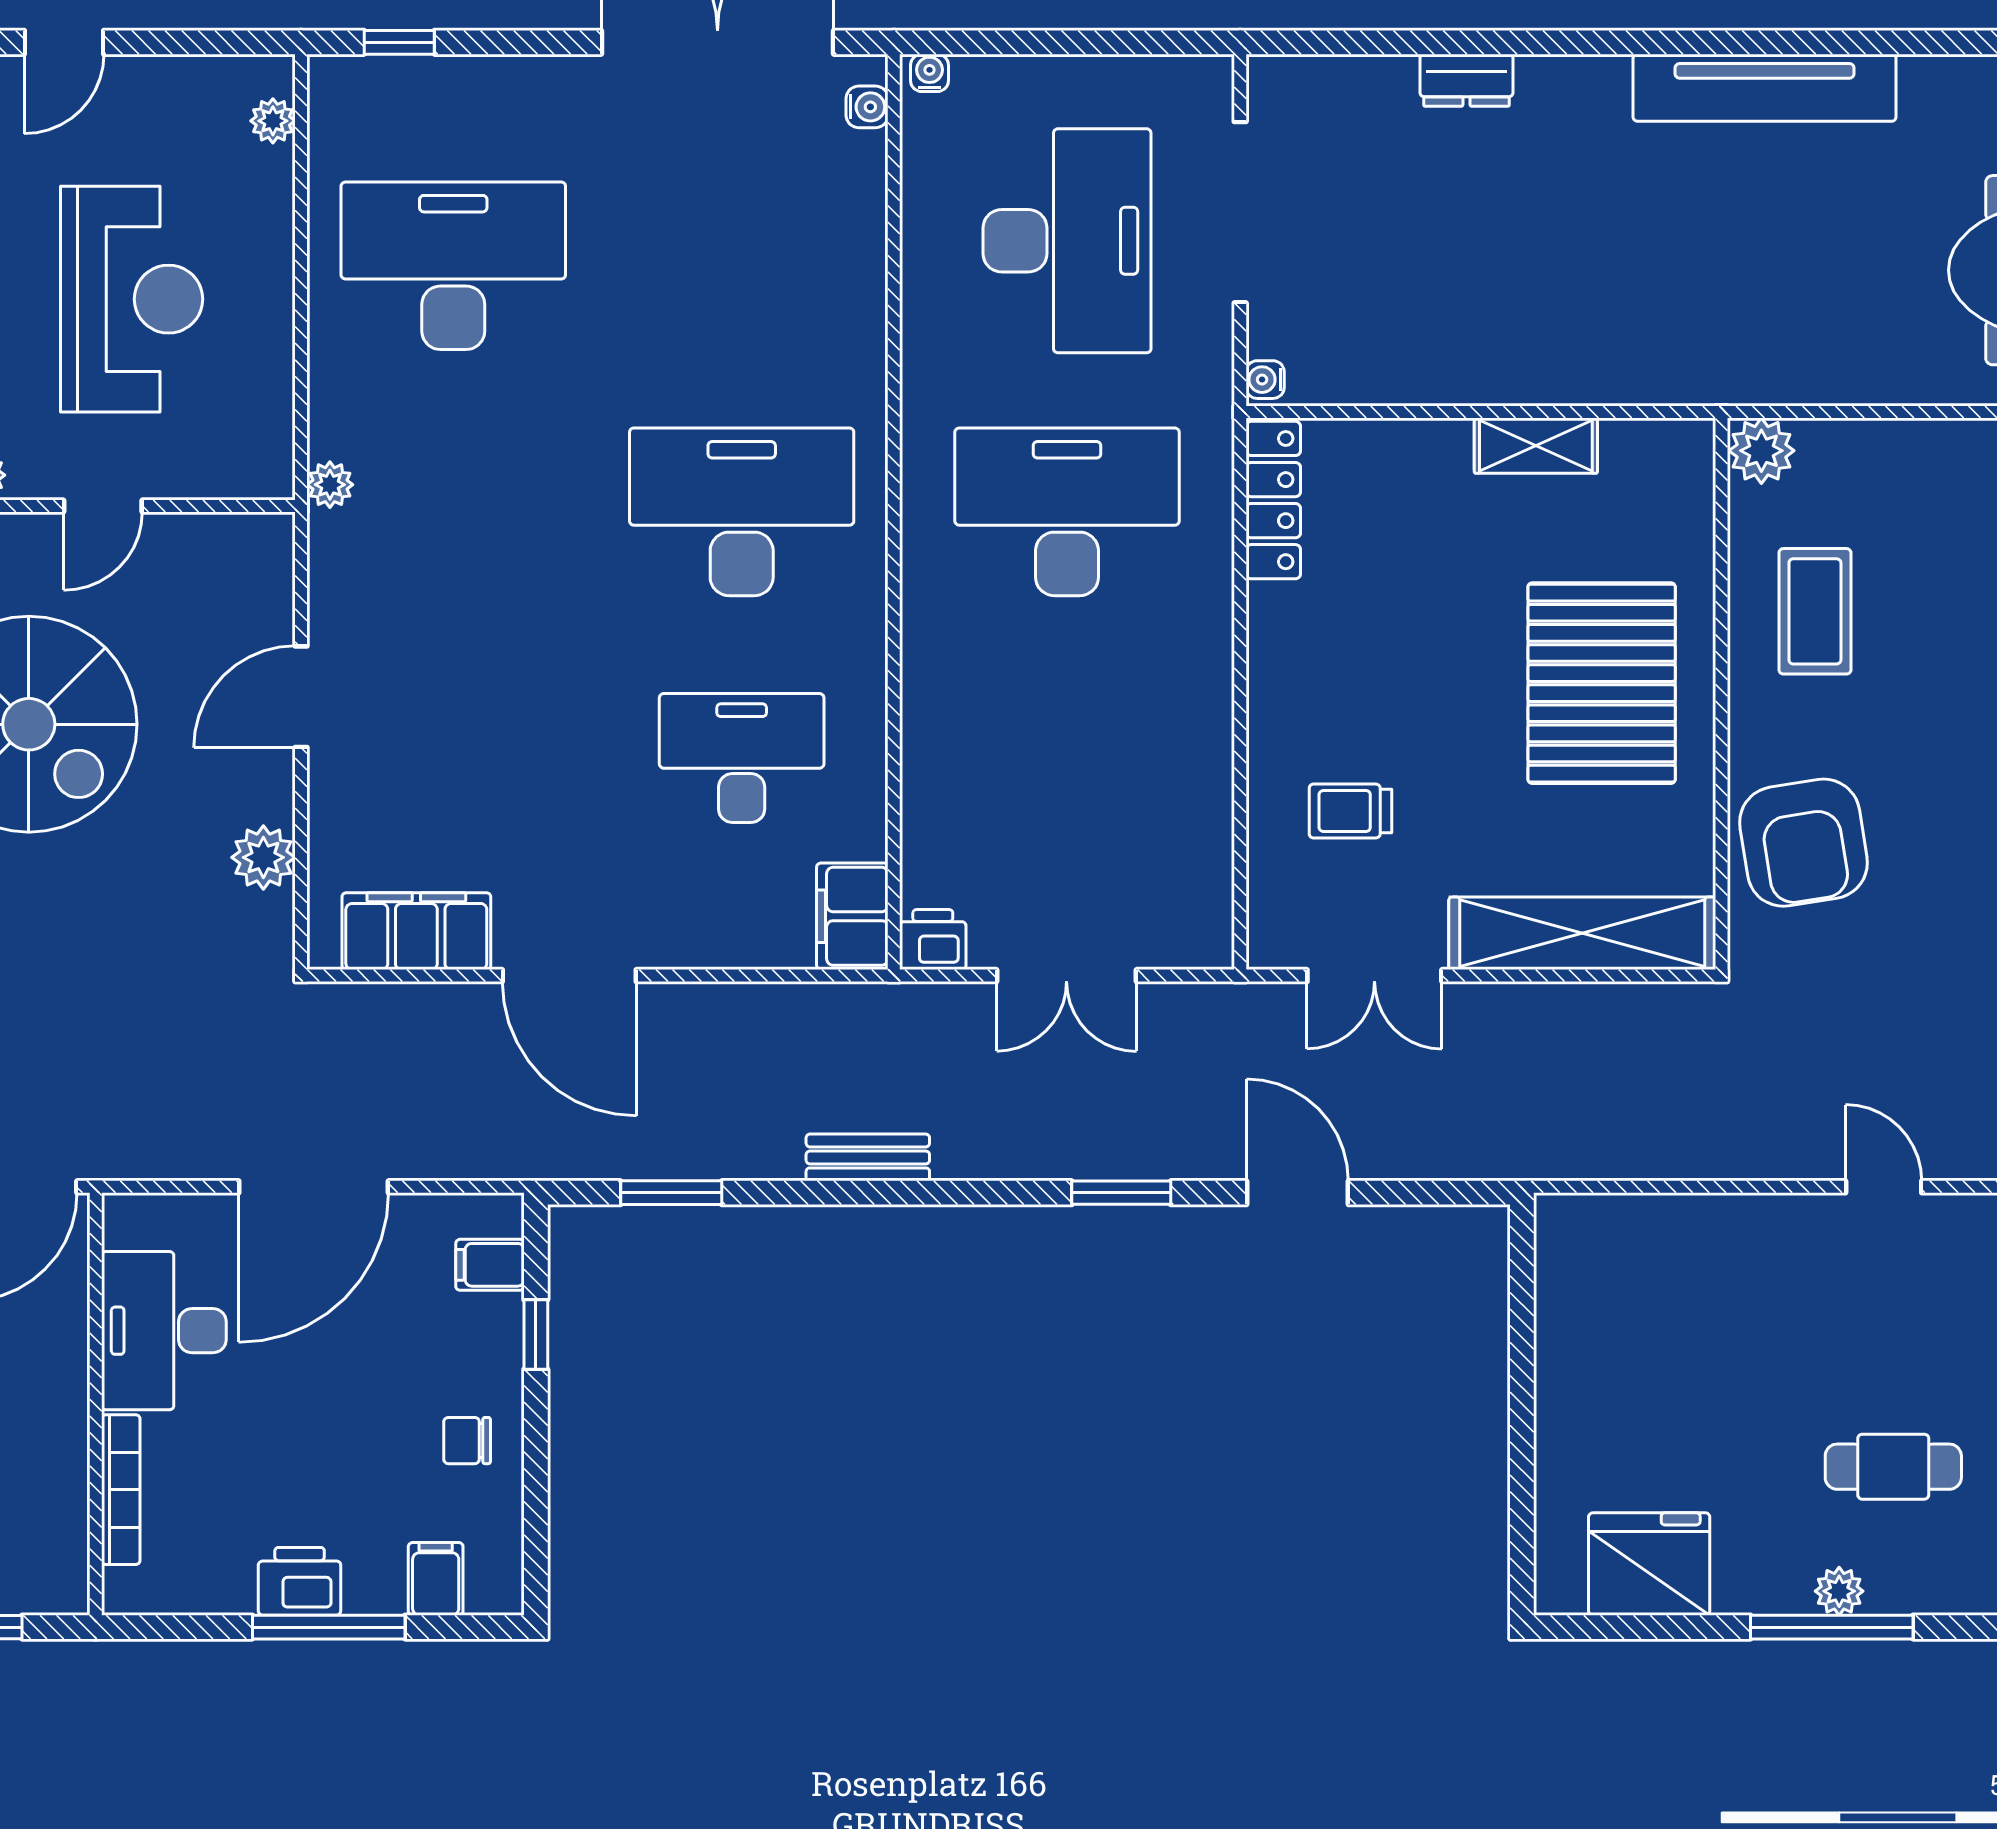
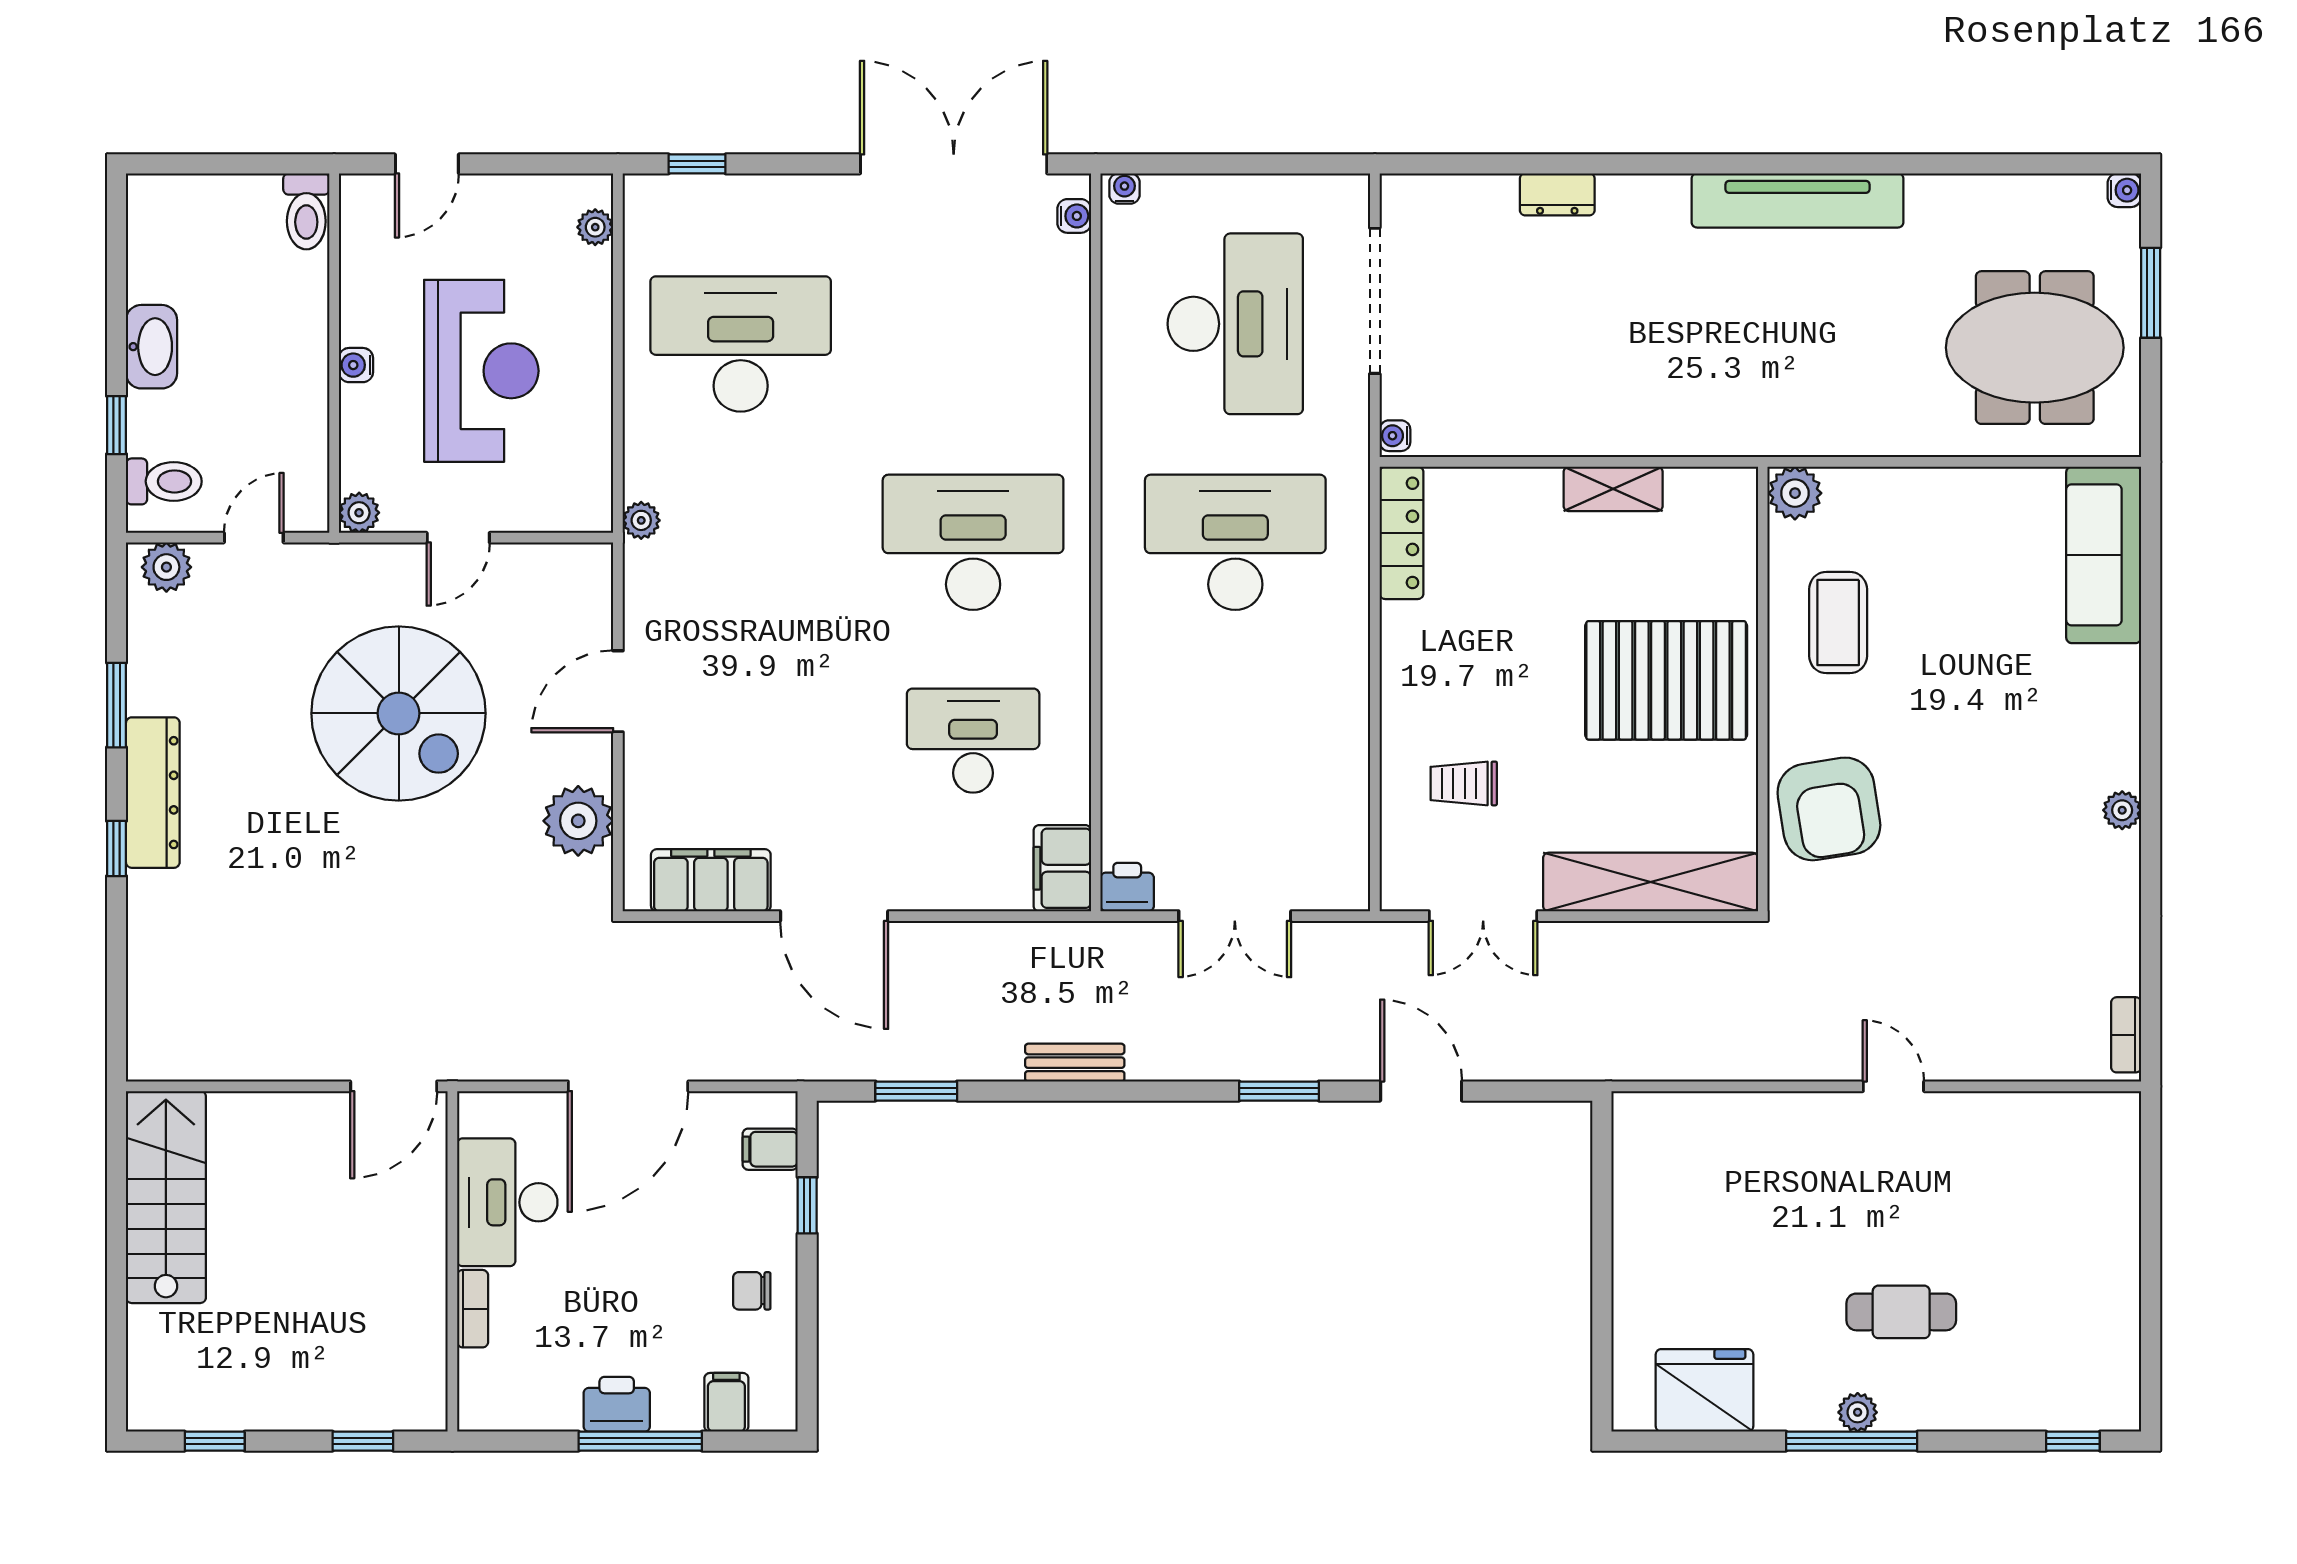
pallet: (1602, 683) -> (1666, 680), turned 90
plant: (263, 857) -> (578, 821), width x1.36, depth x1.36
bookcase: (121, 1490) -> (473, 1309), width x0.64

